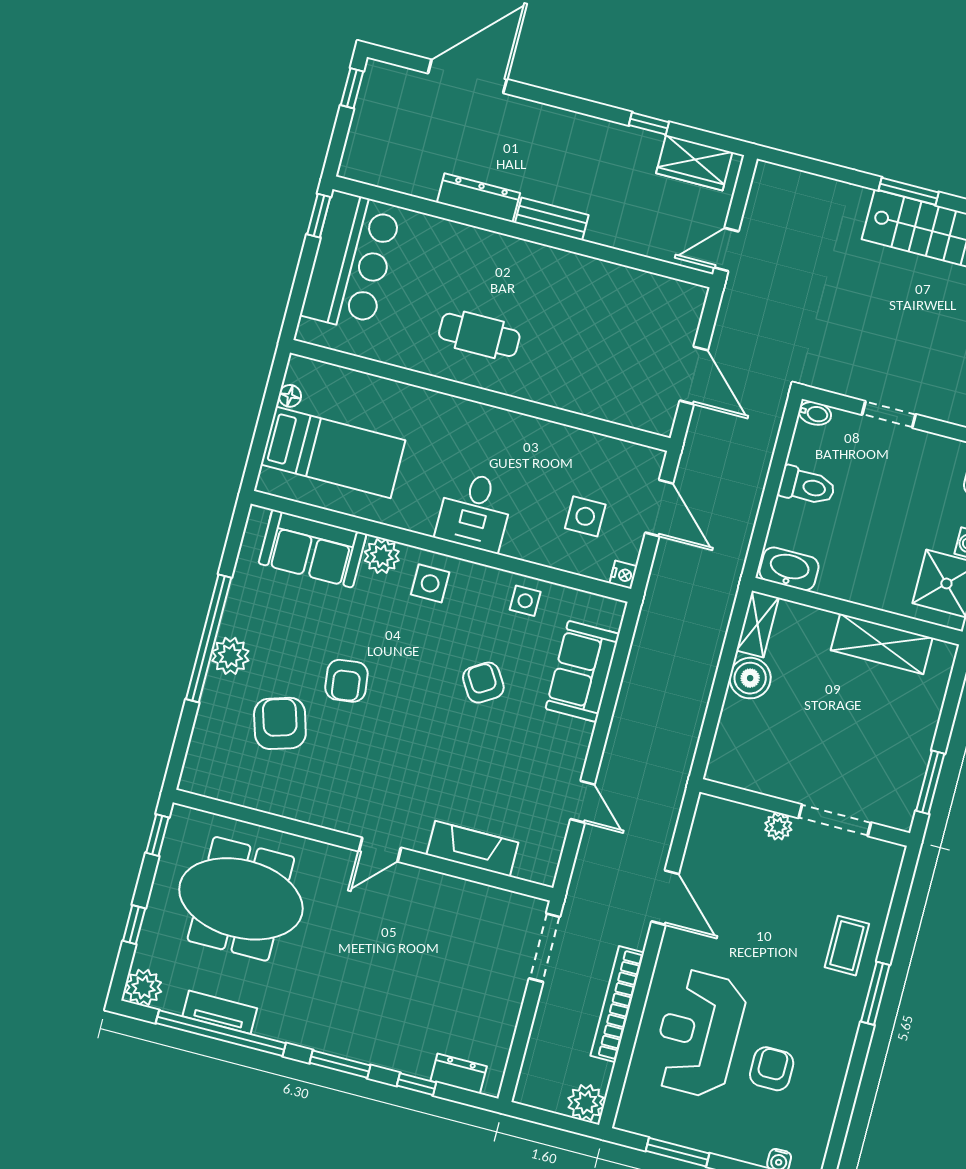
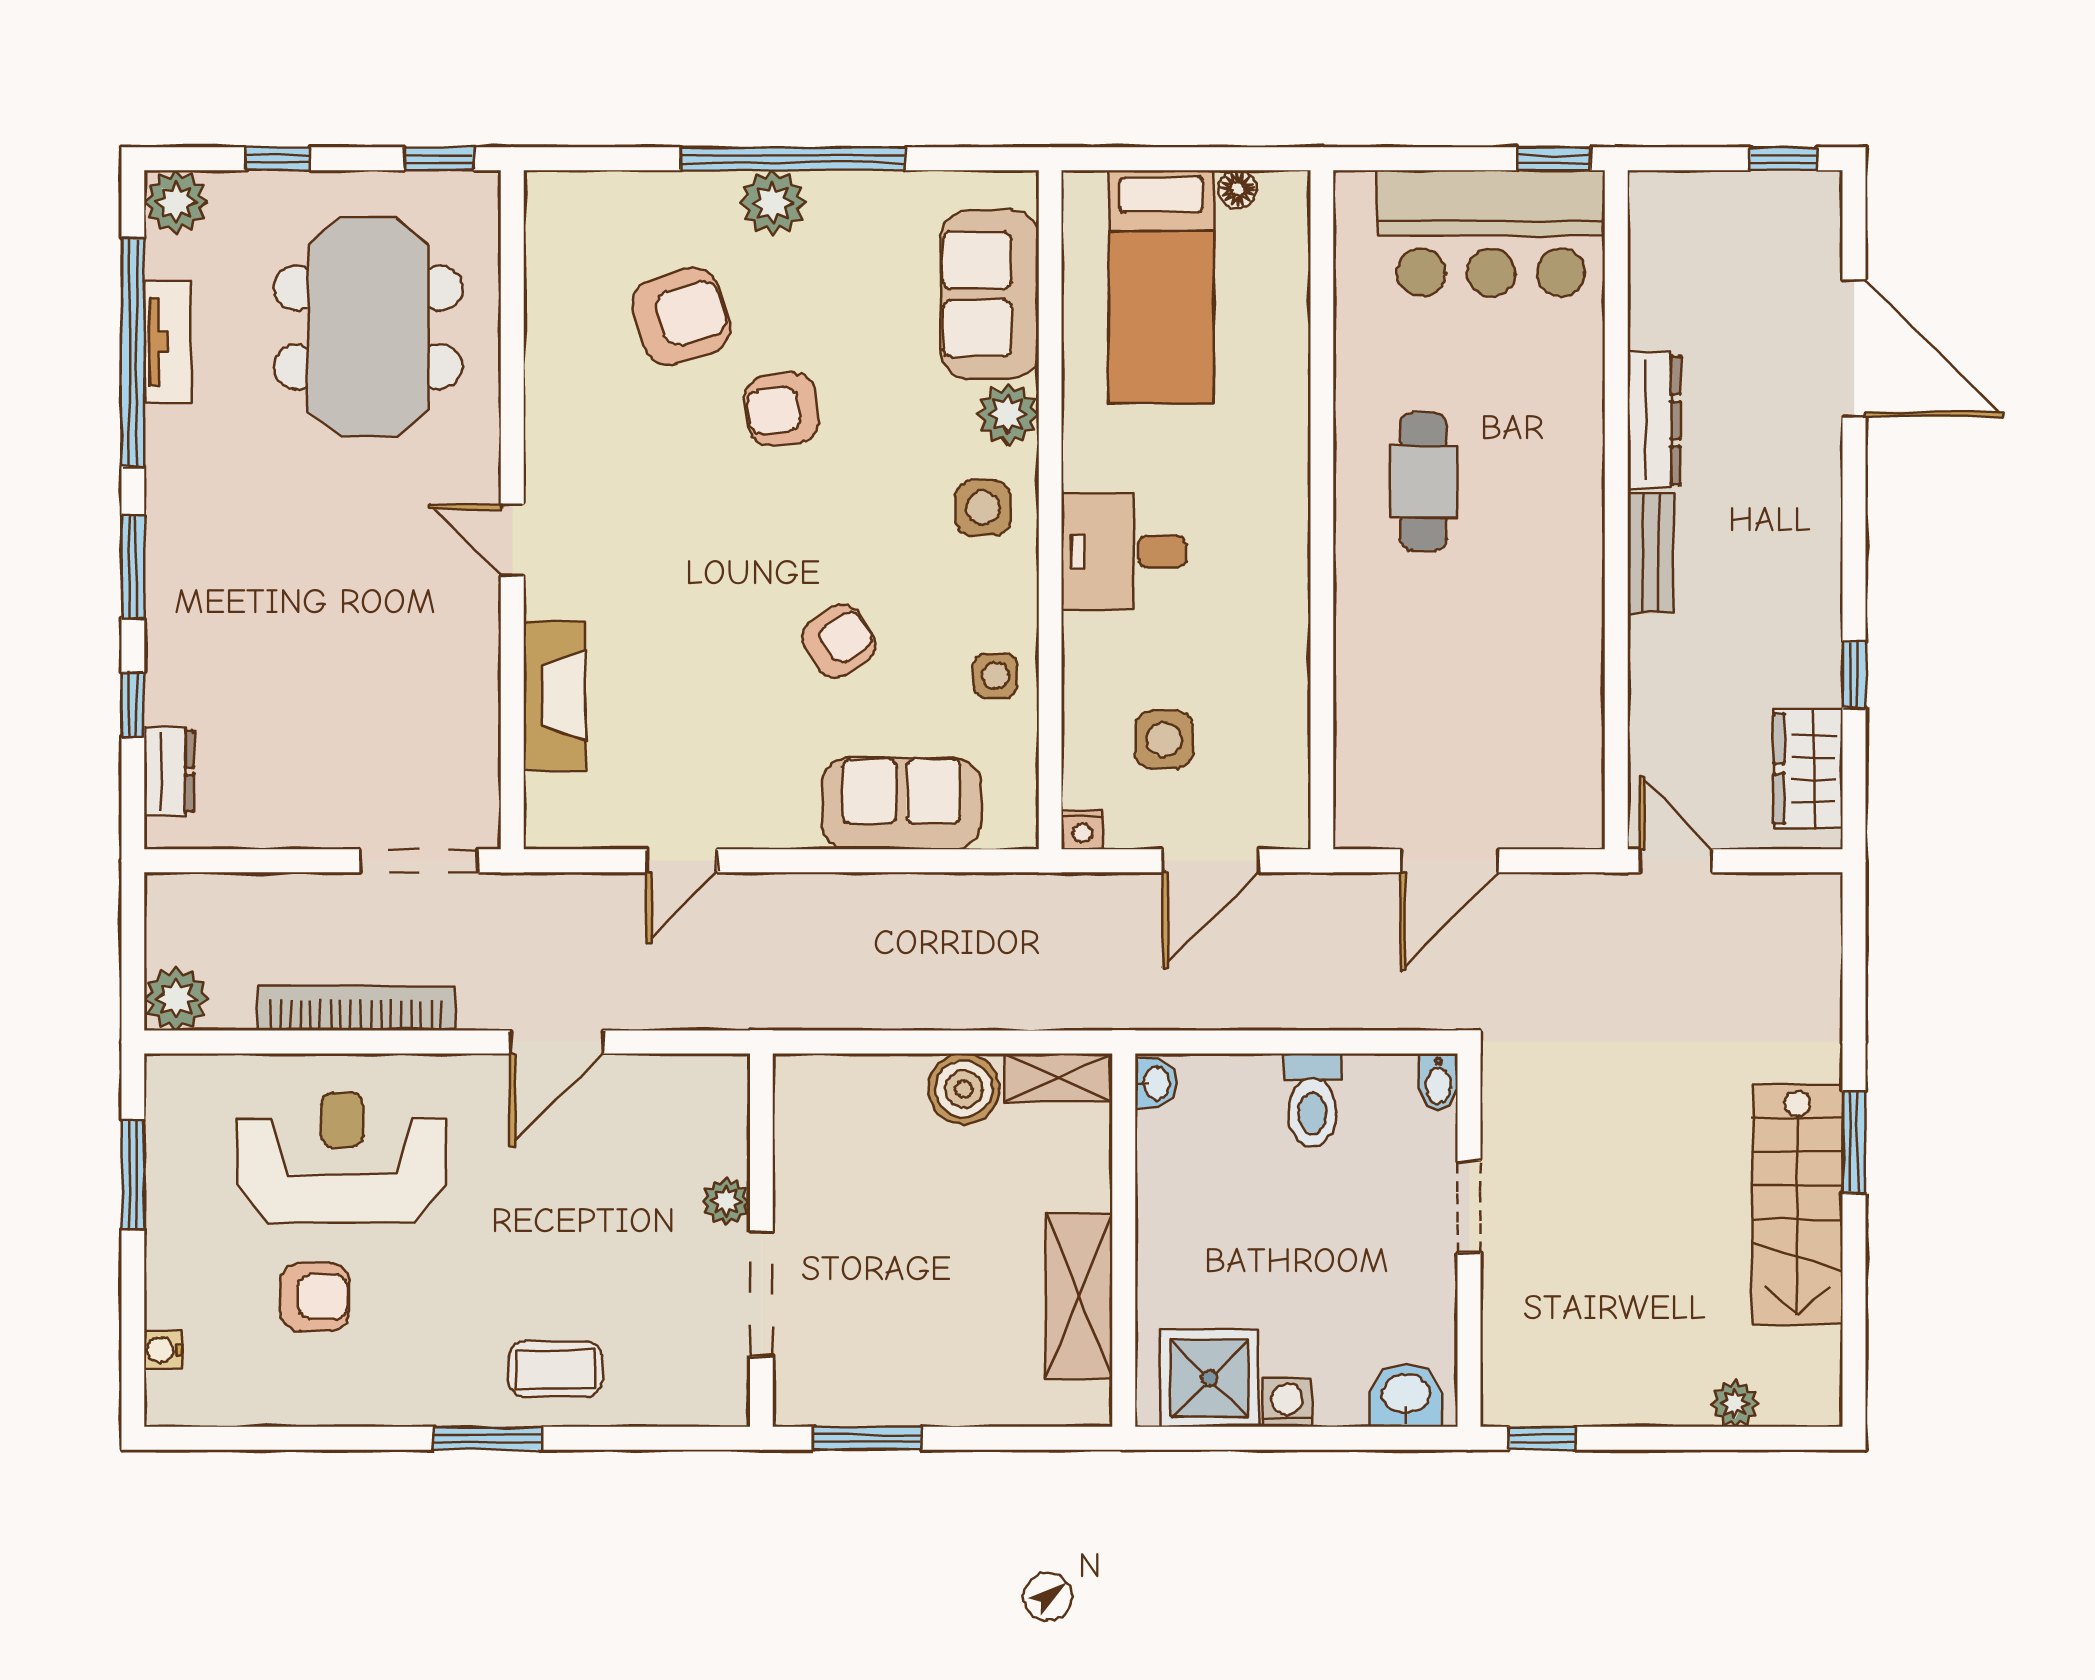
washbasin: (789, 569) -> (1156, 1083), width x0.52, depth x0.69

